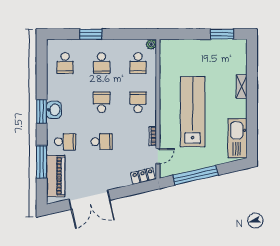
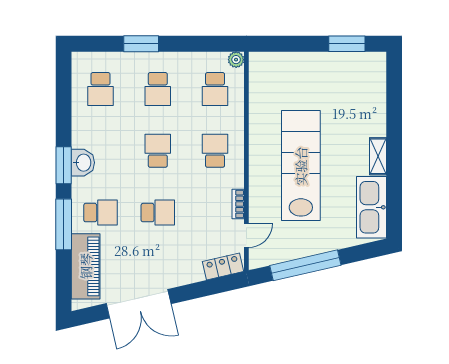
shelving: (242, 87) -> (378, 156), moved
window: (42, 162) -> (64, 224), moved

